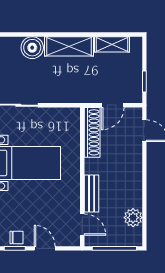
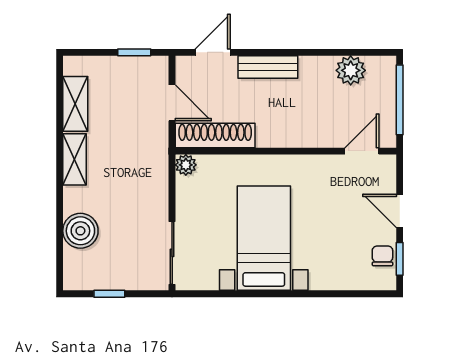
shelving: (69, 46) -> (74, 159), width x0.67, depth x0.75
plant: (74, 114) -> (186, 165), added
bench: (92, 194) -> (268, 67), moved
door: (45, 248) -> (400, 211), hinge flipped

